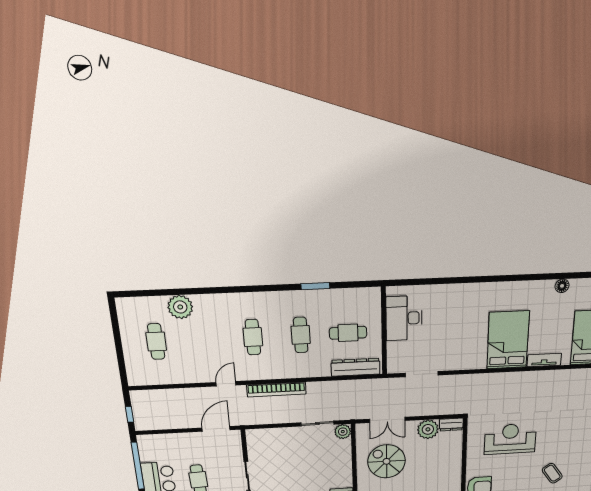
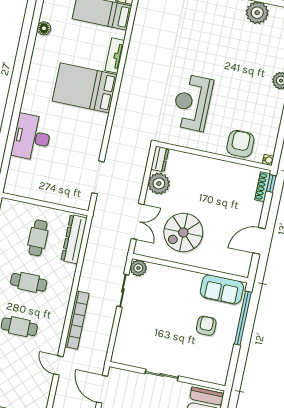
desk: (404, 318) -> (32, 137), moved, turned 90
coffee table: (552, 473) -> (245, 65), removed

